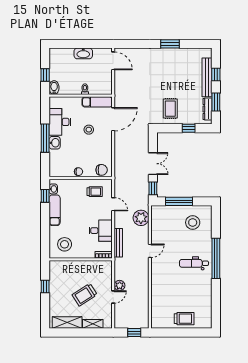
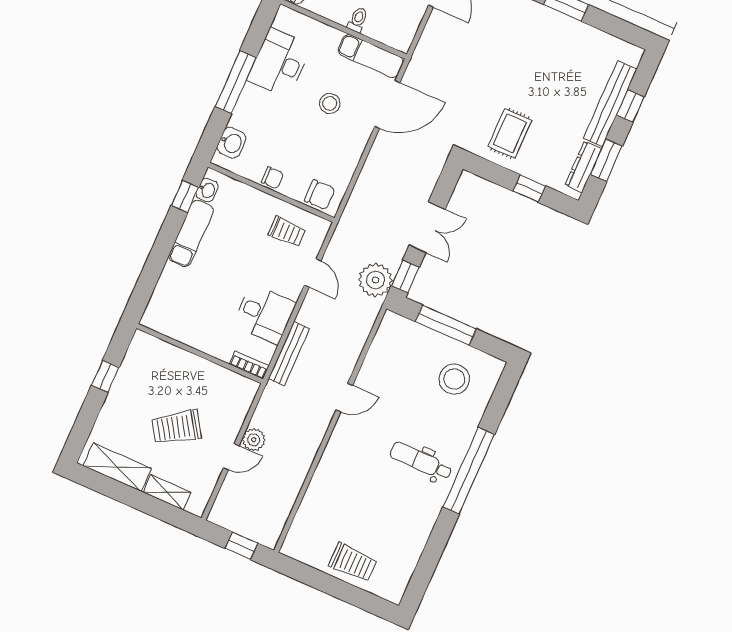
washbasin: (55, 143) -> (231, 143), moved
plant: (141, 218) -> (375, 280), moved
stool: (65, 244) -> (181, 310), removed

